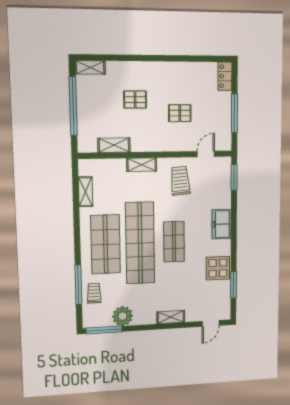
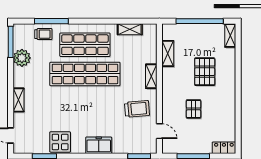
pallet: (135, 100) -> (205, 72), width x1.50, depth x1.42
shop shelf: (174, 242) -> (85, 103), removed

